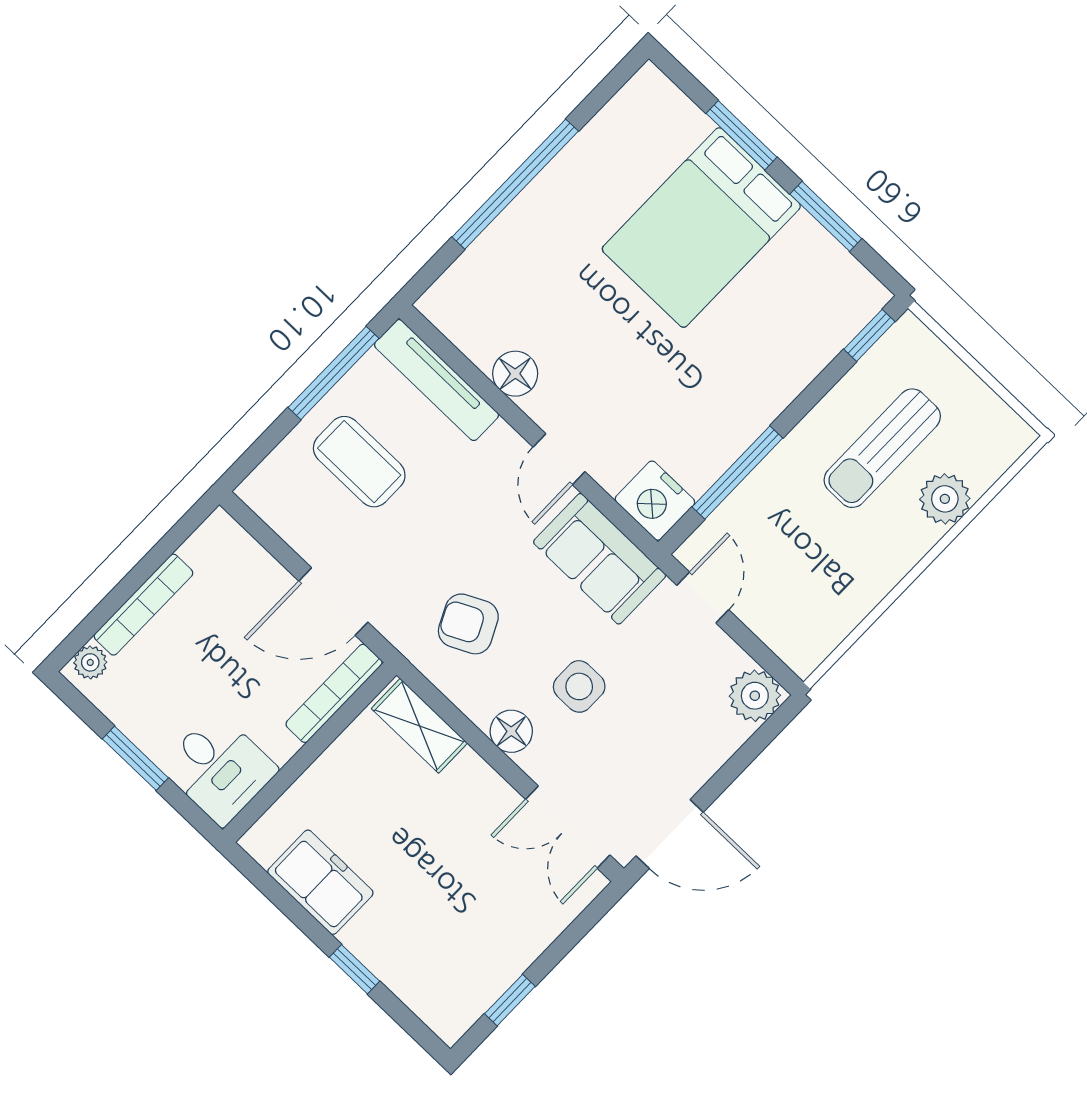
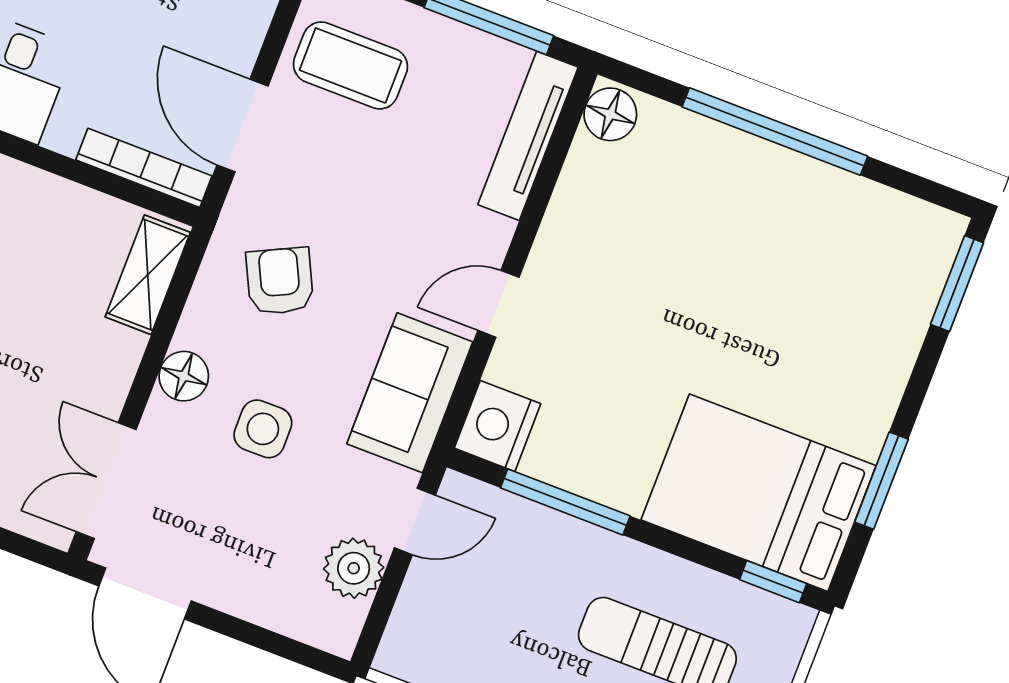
window: (742, 135) -> (957, 284), moved
bed: (701, 228) -> (759, 493), moved
floor lamp: (515, 374) -> (610, 114), moved
coffee table: (359, 462) -> (350, 65), moved, turned 90
plant: (755, 696) -> (354, 568), moved

